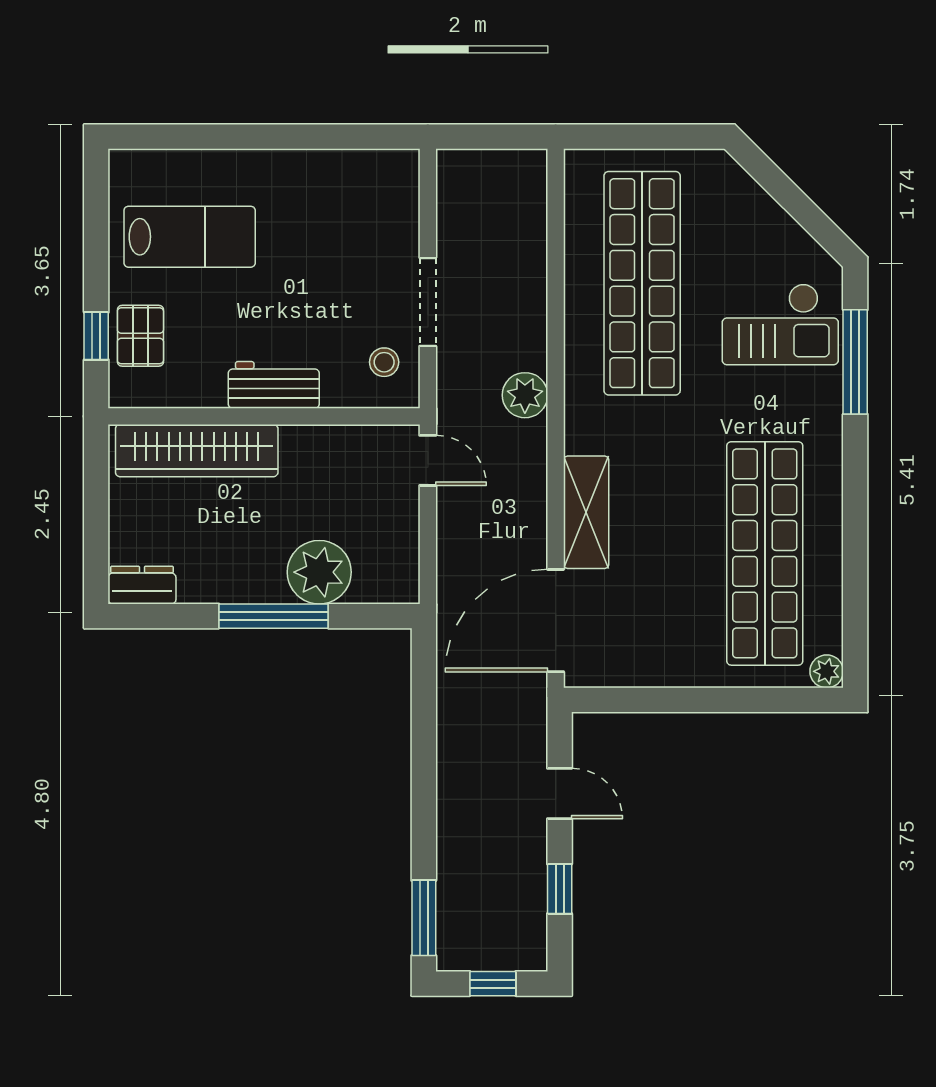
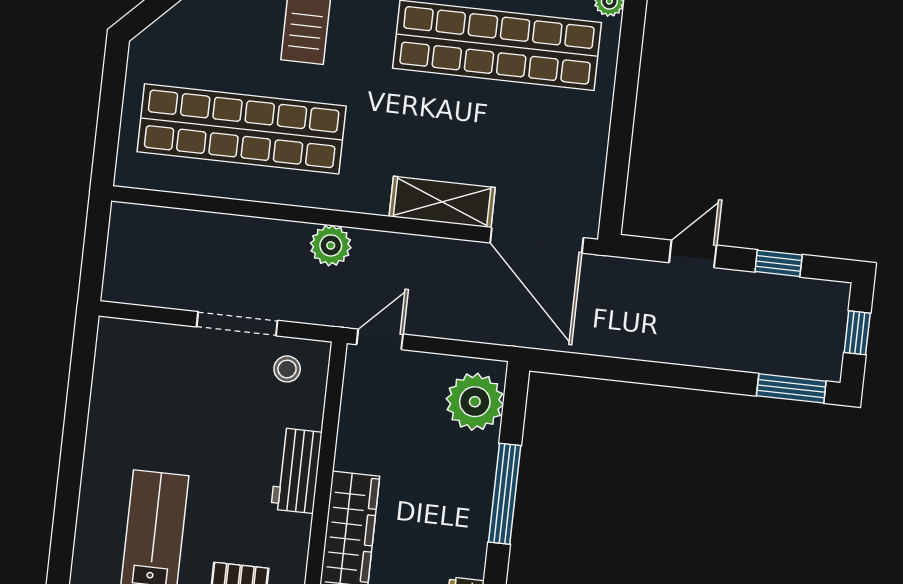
plant: (319, 572) -> (475, 402), moved

